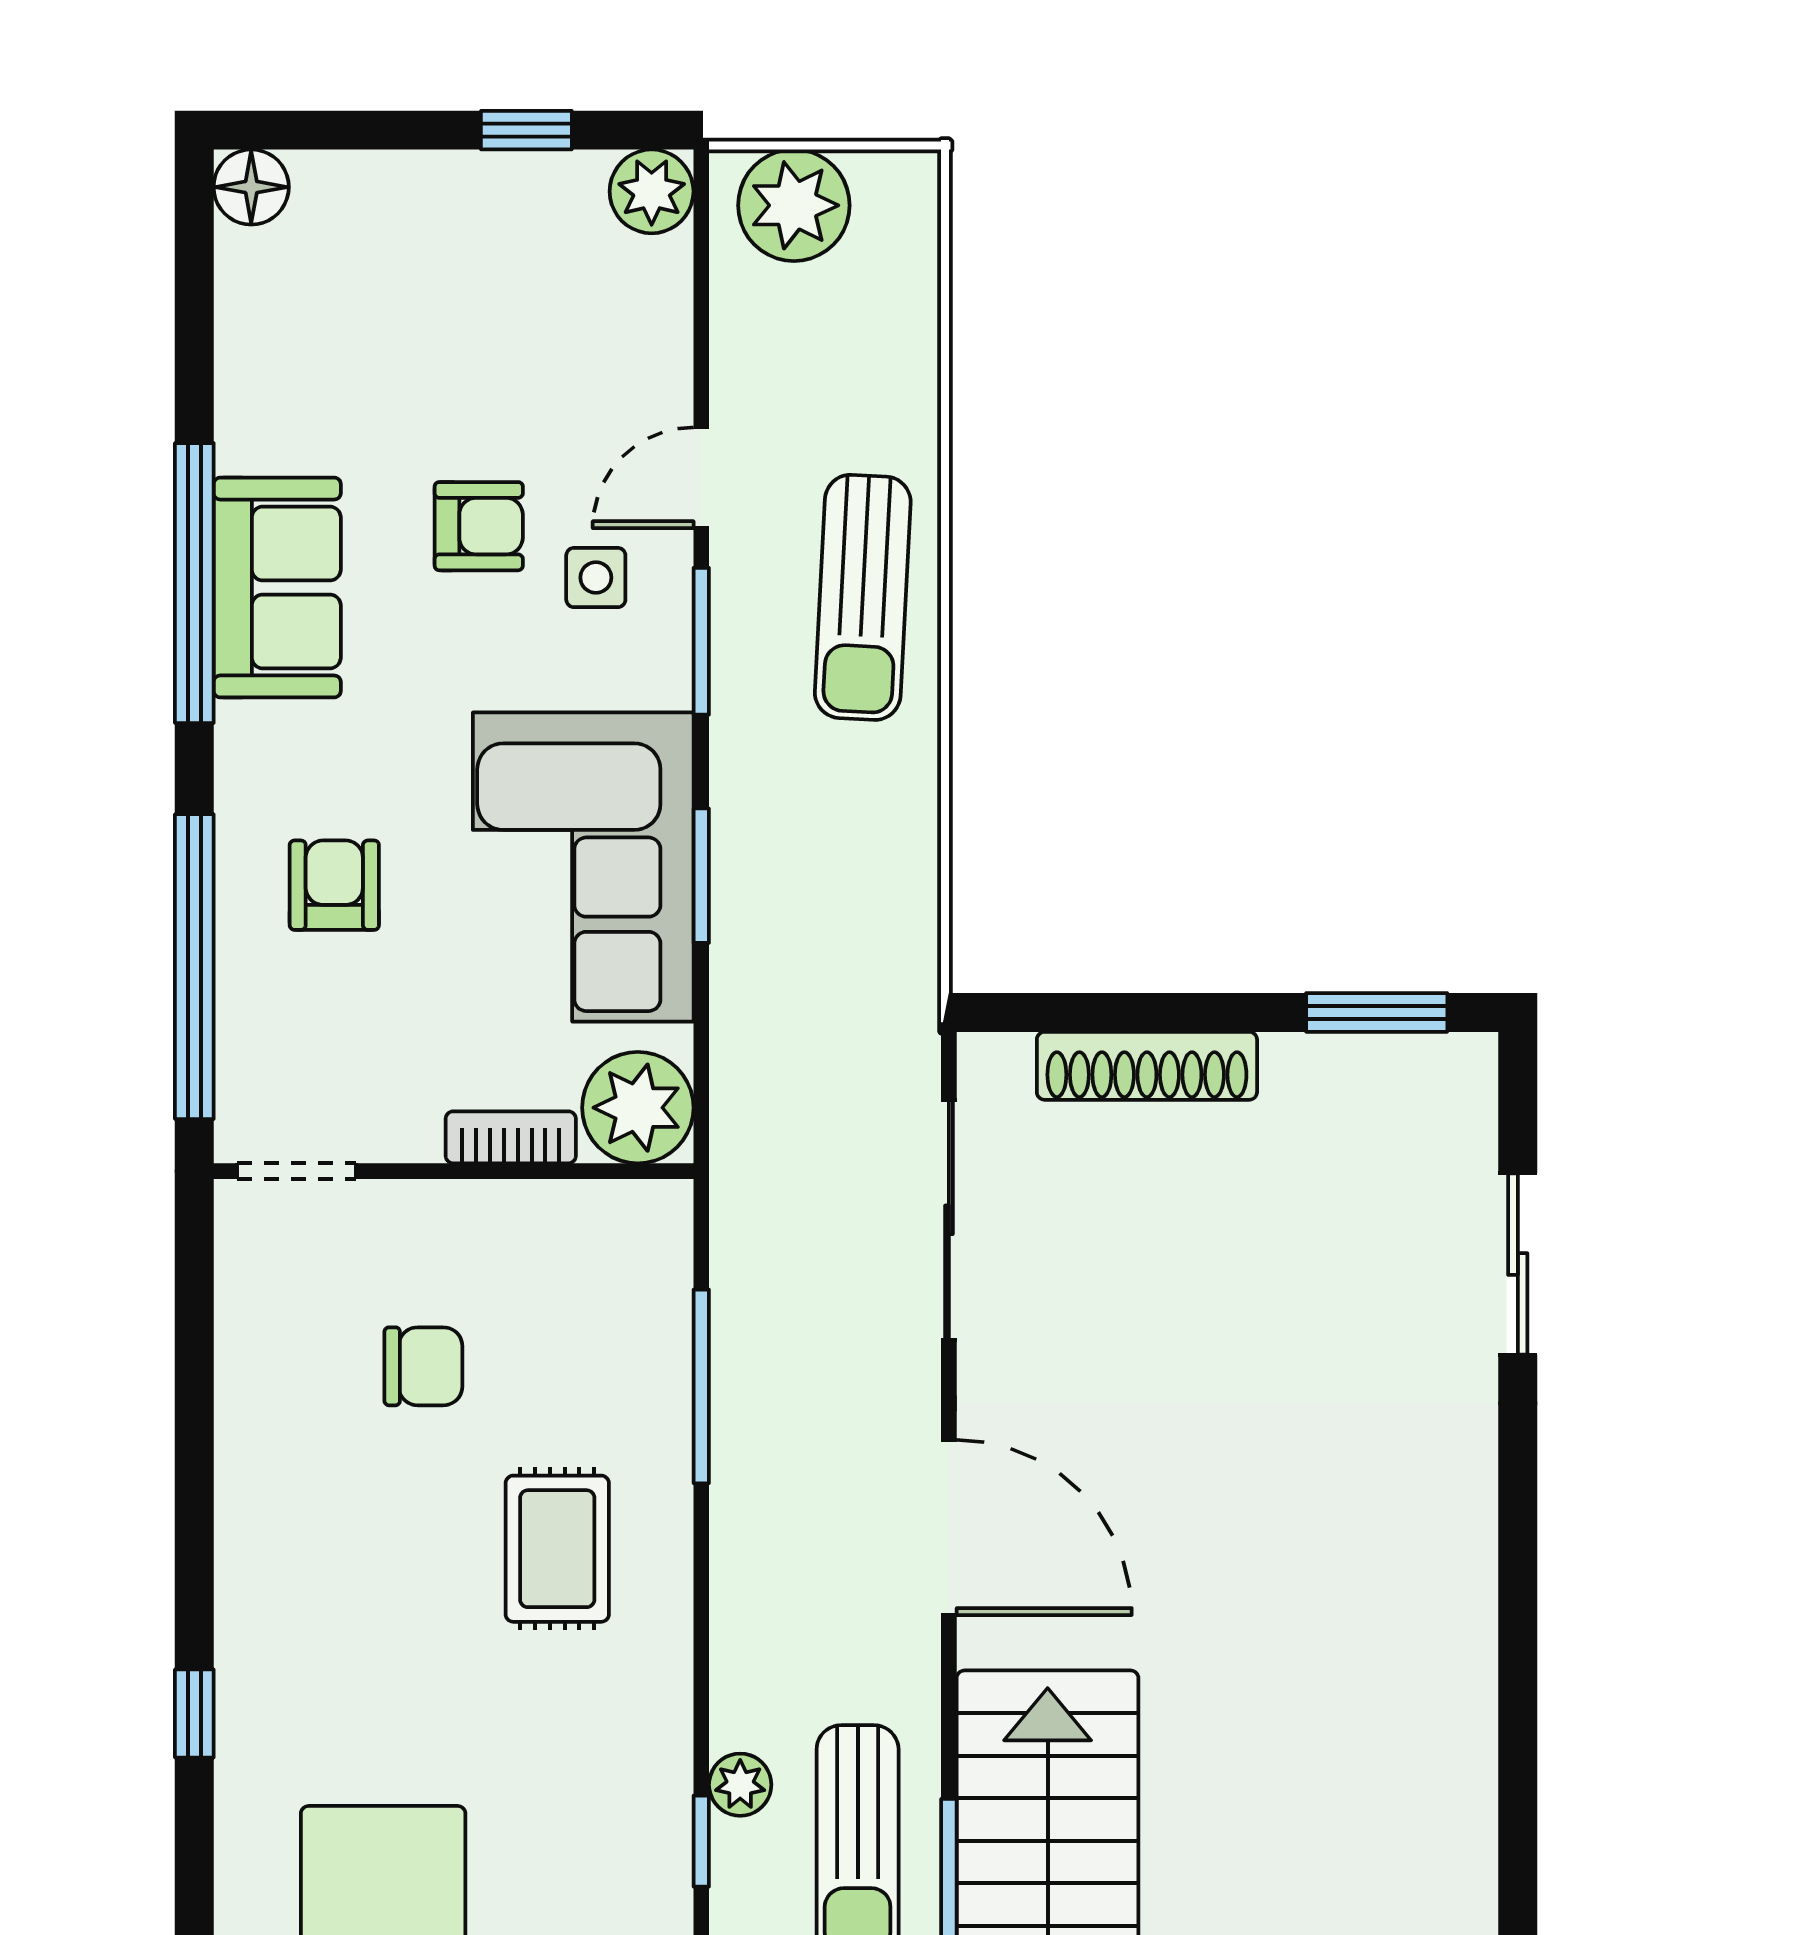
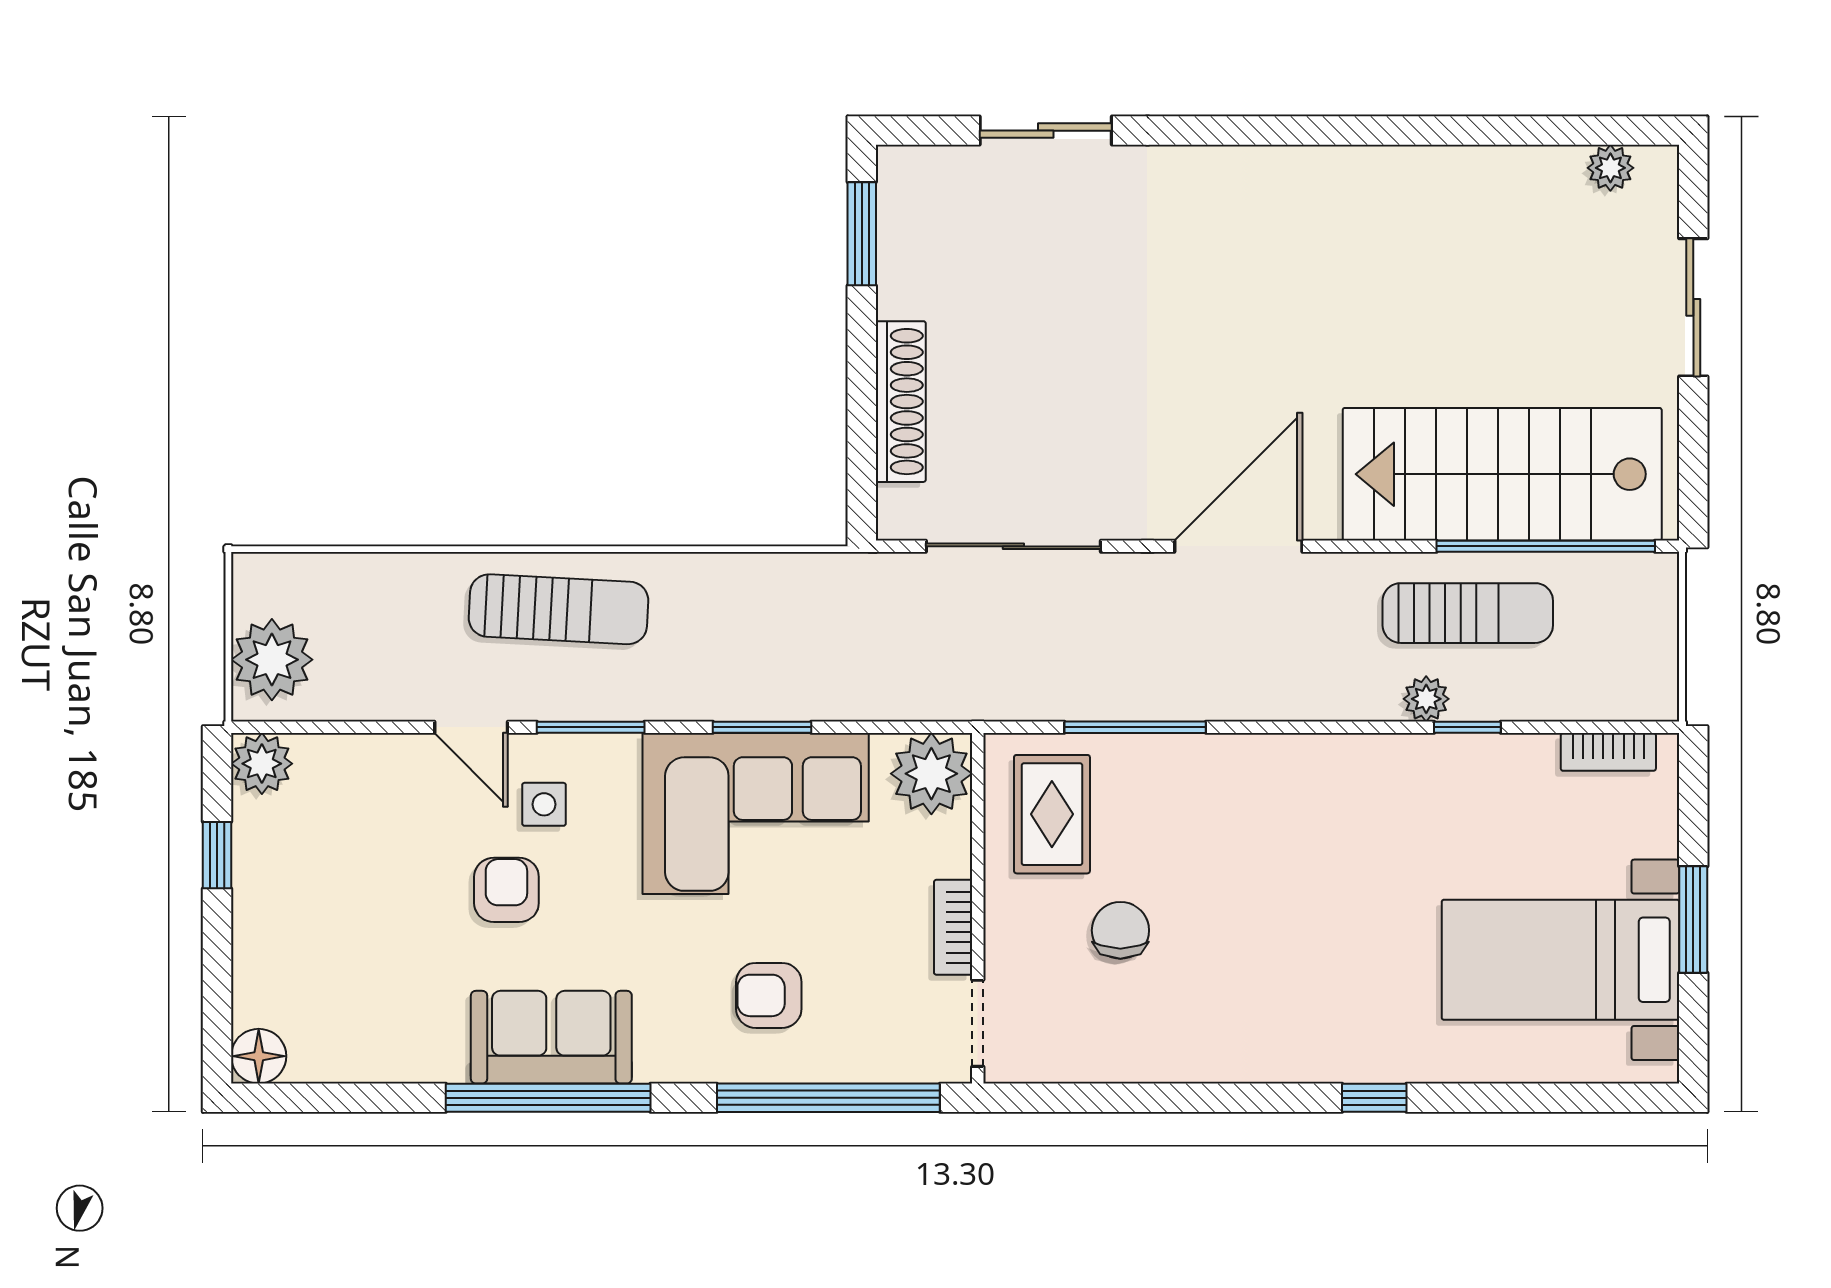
bookcase: (511, 1137) -> (953, 927), moved
rug: (557, 1549) -> (1052, 814), moved, turned 90

